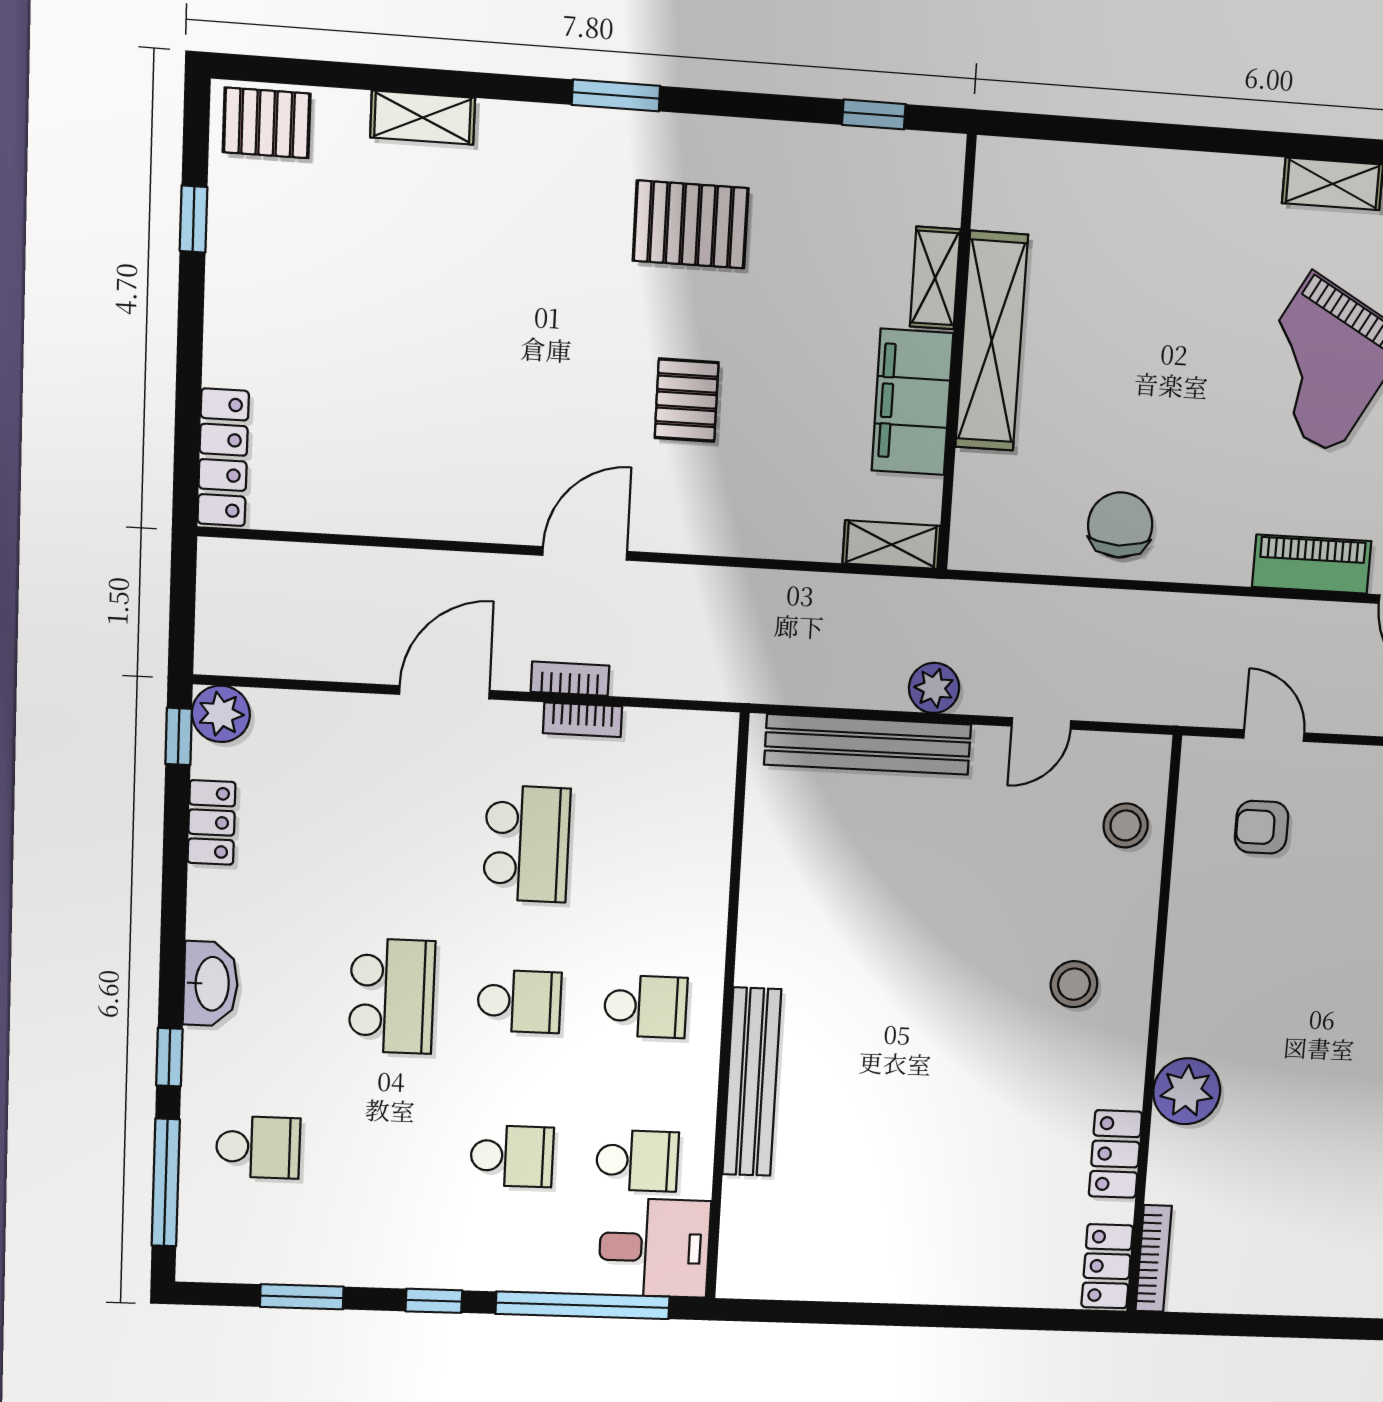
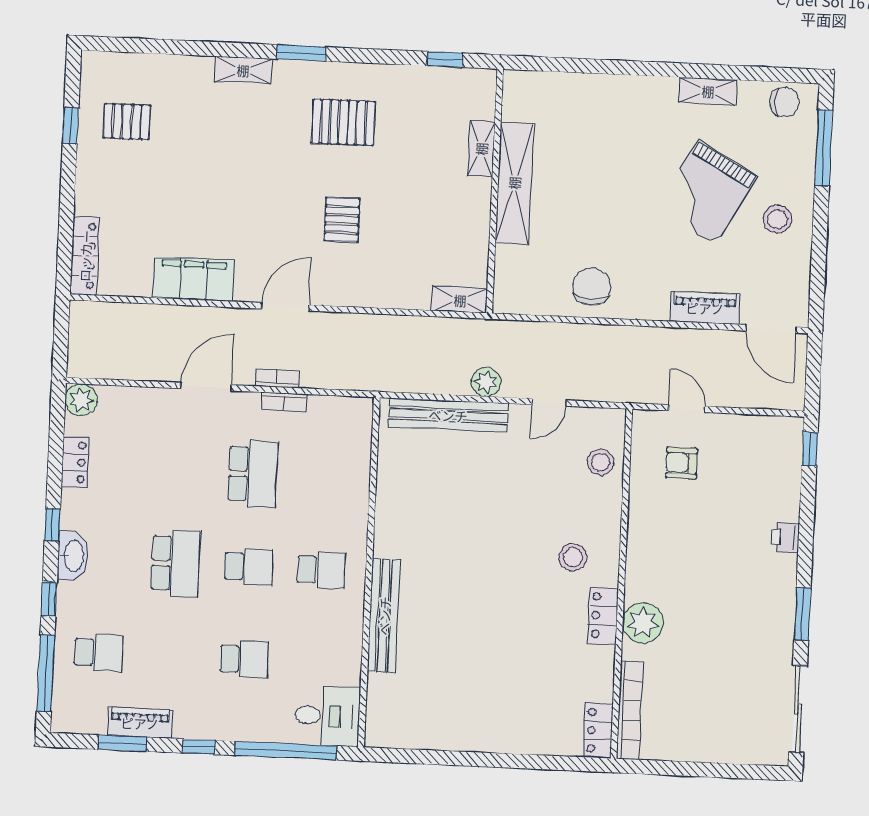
shelving: (423, 118) -> (243, 70), moved
pallet: (267, 123) -> (127, 122), moved
filing cabinet: (912, 402) -> (194, 279), moved, turned 90
window: (179, 736) -> (52, 525), moved
locker: (1115, 1154) -> (603, 616), moved
school desk: (637, 1161) -> (317, 663), removed
bookcase: (1154, 1258) -> (630, 710), width x1.48, depth x1.31
piano: (332, 1263) -> (140, 723), added

